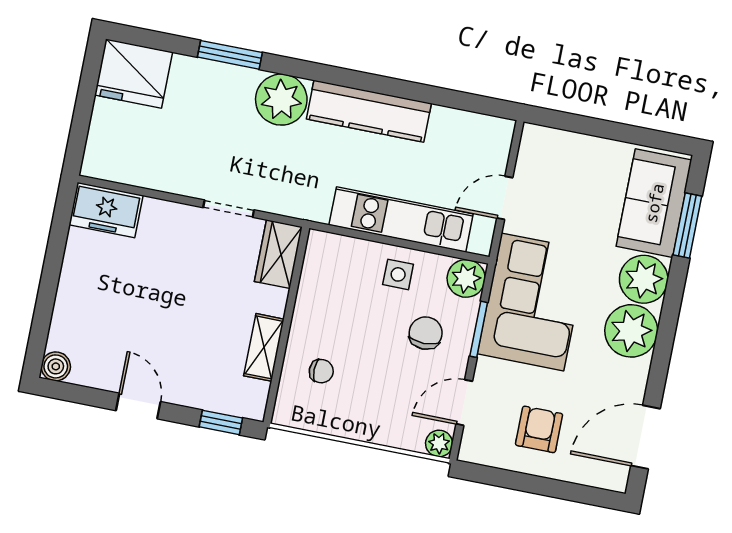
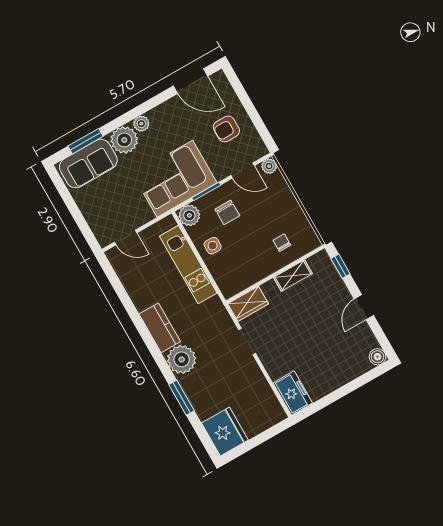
kitchen counter: (369, 111) -> (160, 328), width x0.67
door: (505, 198) -> (126, 237), moved
plant: (631, 331) -> (141, 124), width x0.53, depth x0.53
chair: (426, 333) -> (227, 212), turned -90

